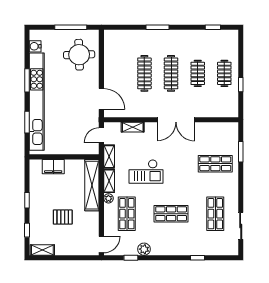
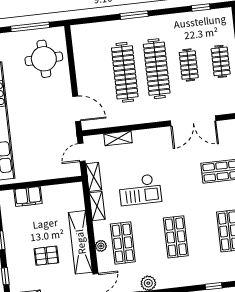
clothes rail: (144, 73) -> (125, 72), width x1.37, depth x1.31
clothes rail: (171, 73) -> (157, 69), width x1.37, depth x1.31
double door: (176, 120) -> (193, 121), moved
shelving: (92, 185) -> (80, 242), moved
plant: (108, 198) -> (101, 246), moved
shop shelf: (171, 214) -> (176, 237), turned 90

